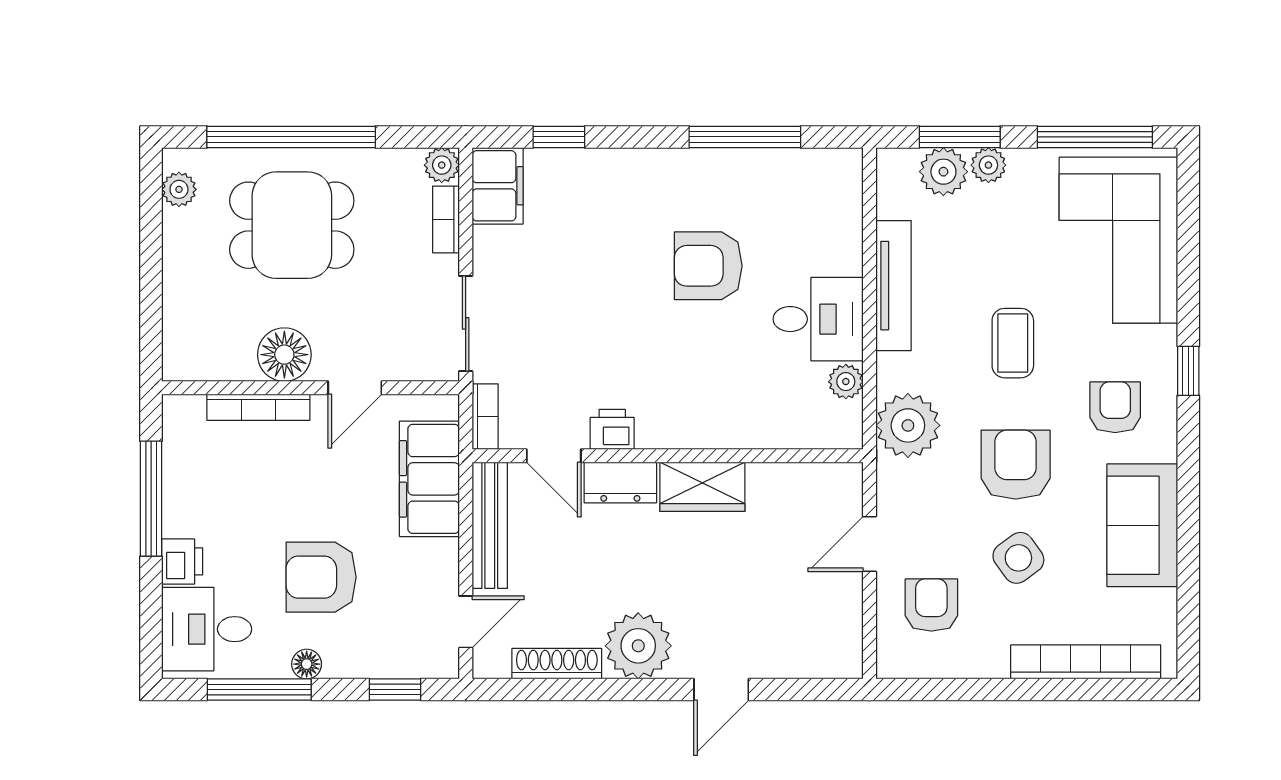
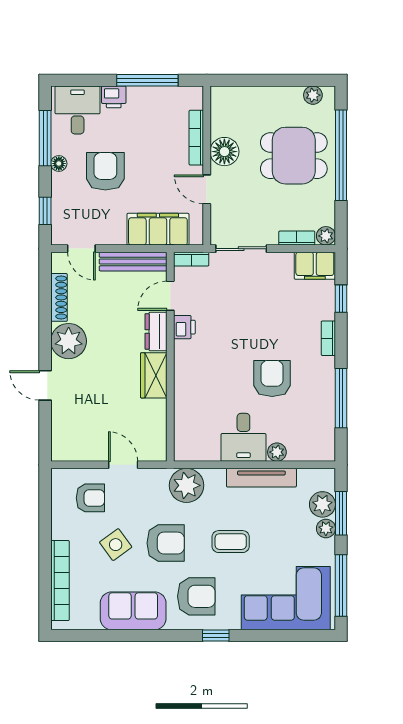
bookcase: (633, 161) -> (328, 338), added
dining table: (292, 225) -> (294, 156), turned 90
plant: (846, 382) -> (277, 452), moved
armchair: (1115, 407) -> (196, 596), width x1.38, depth x1.38

